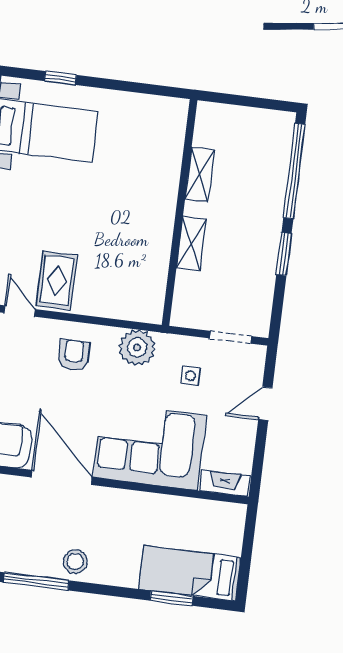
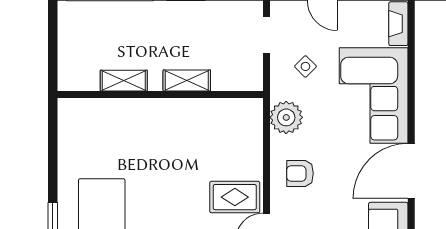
side table: (190, 376) -> (305, 66), turned 45

